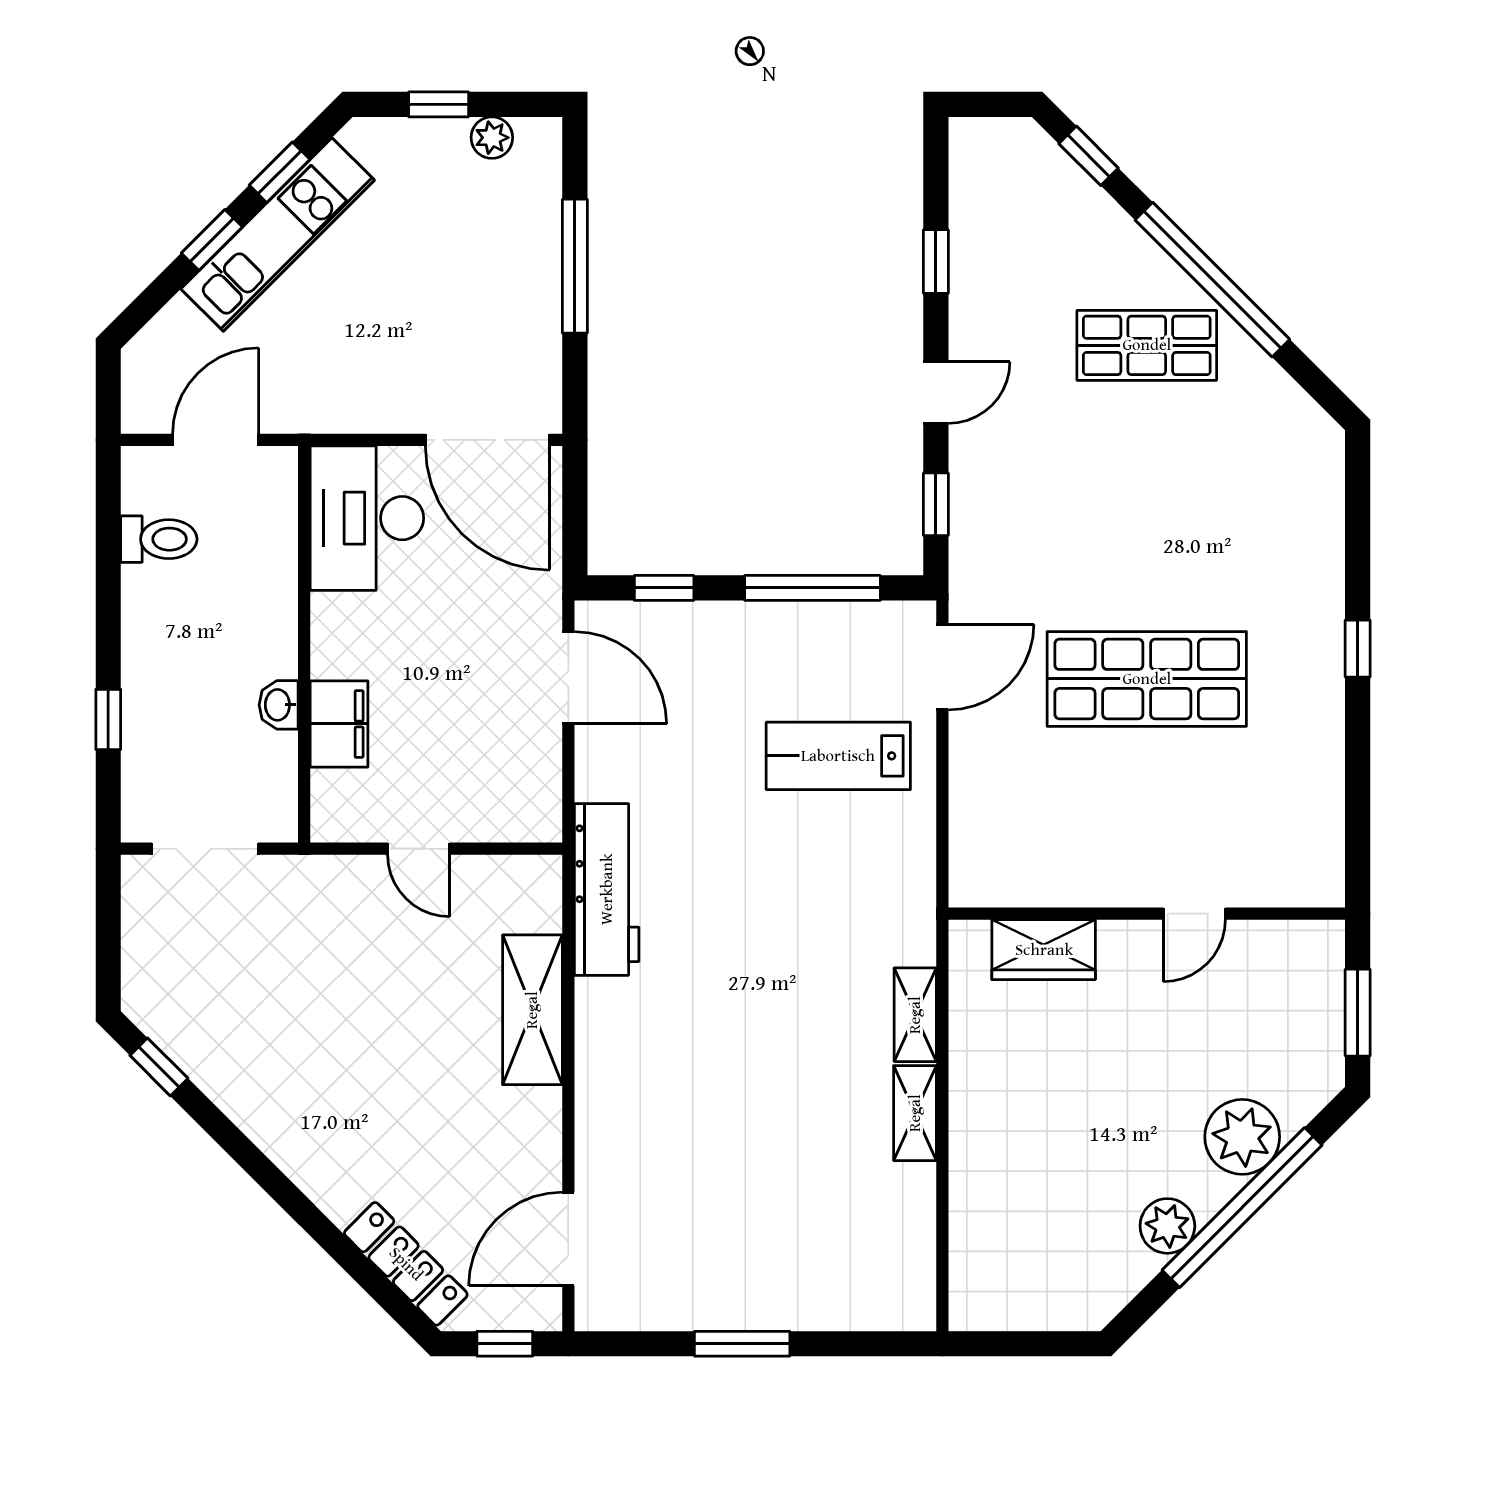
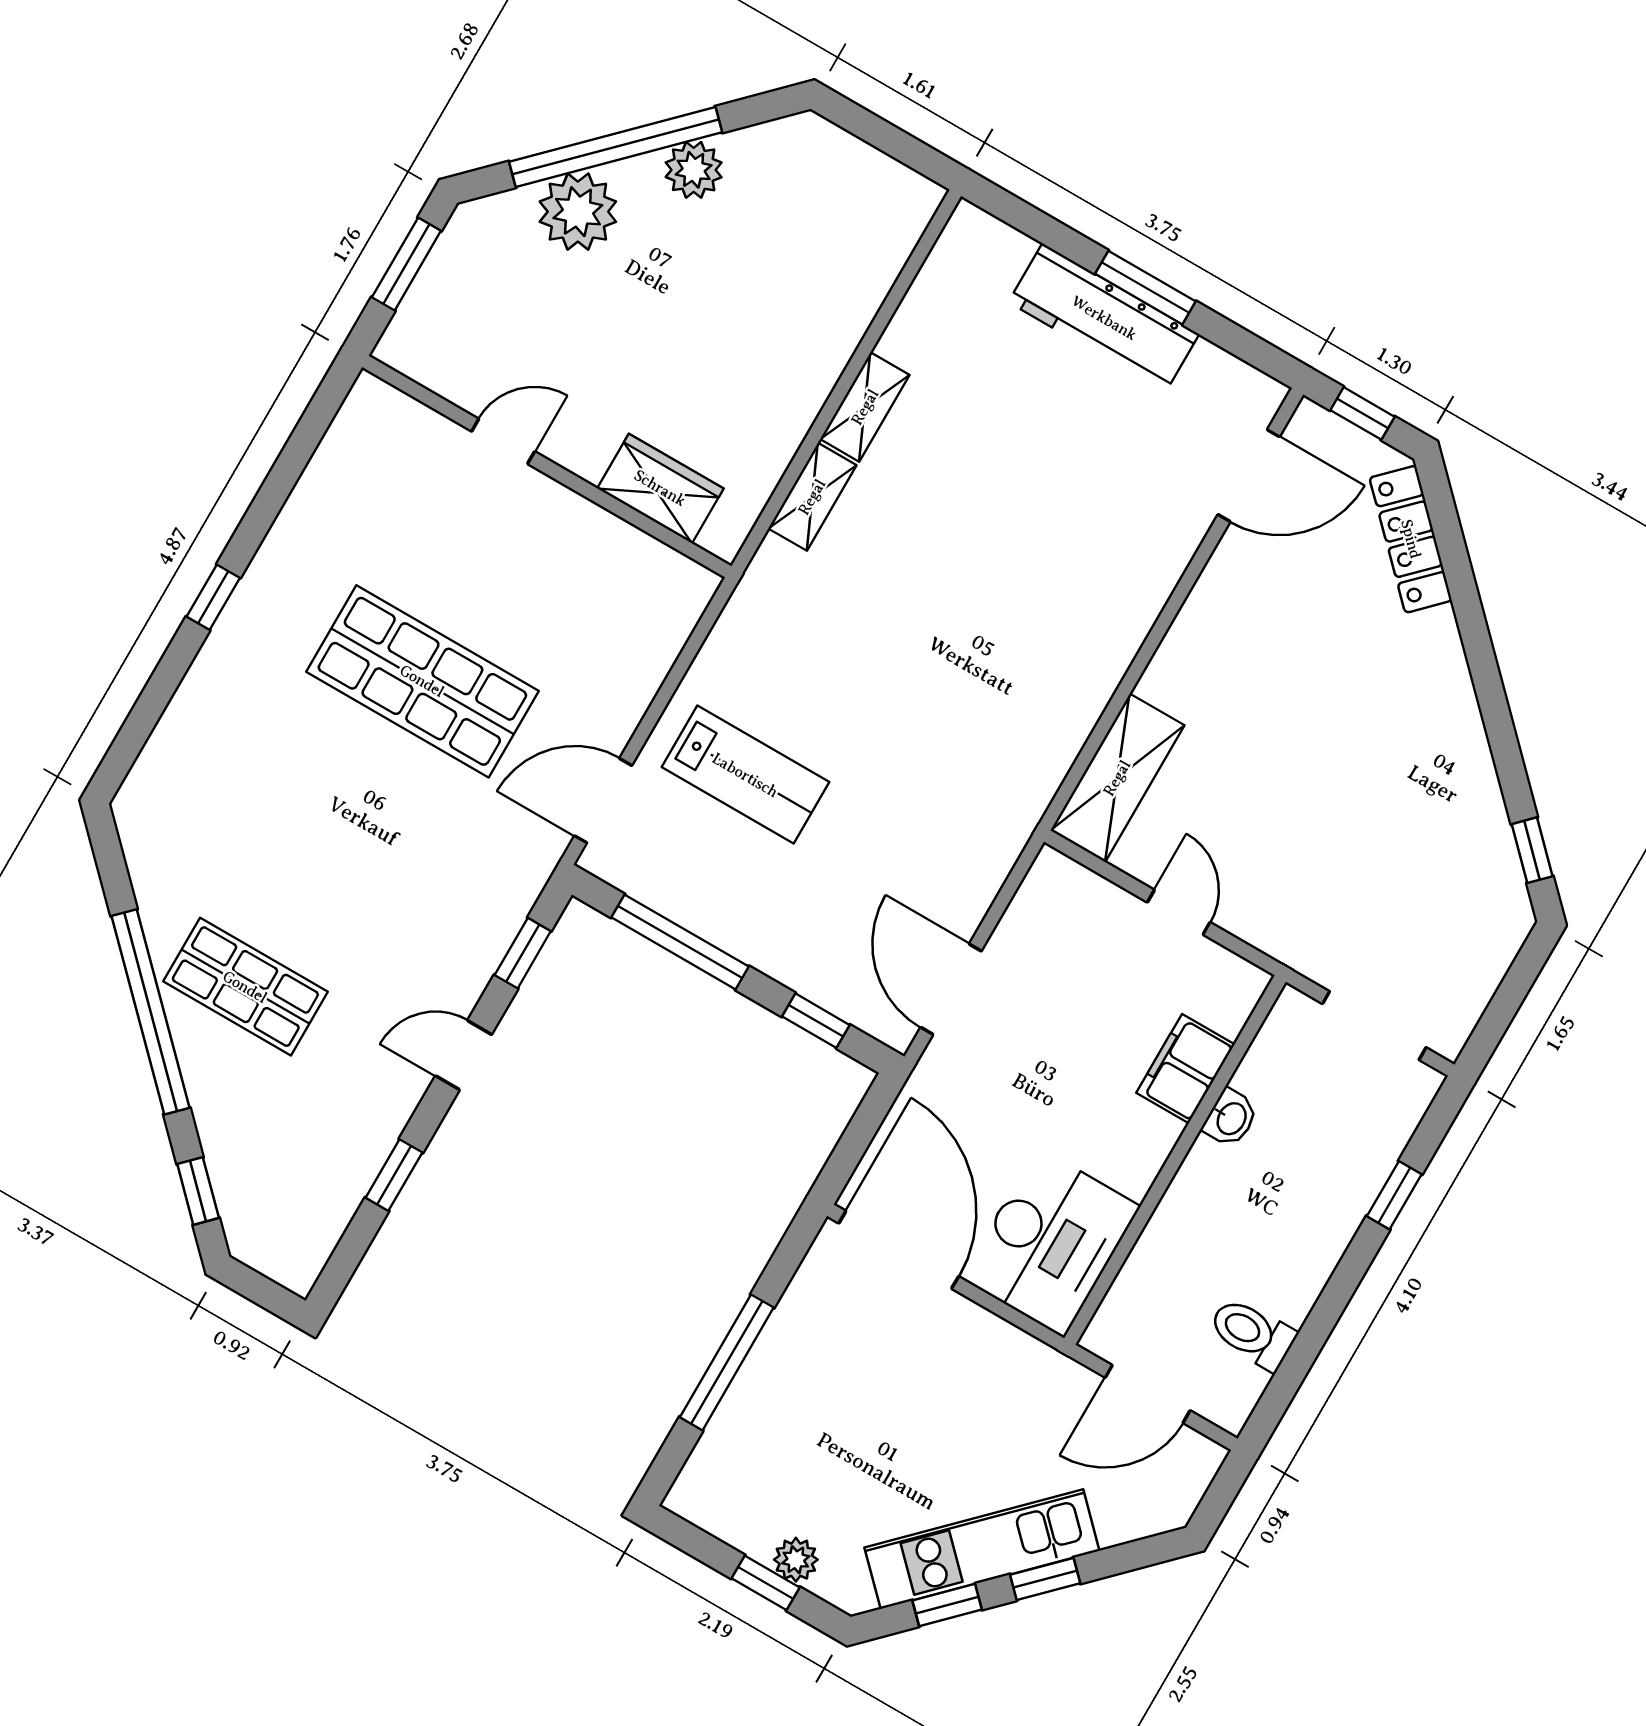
plant: (492, 138) -> (796, 1560), moved
workbench: (607, 889) -> (1104, 318), moved, turned -90
shelving: (532, 1010) -> (1117, 778), moved

